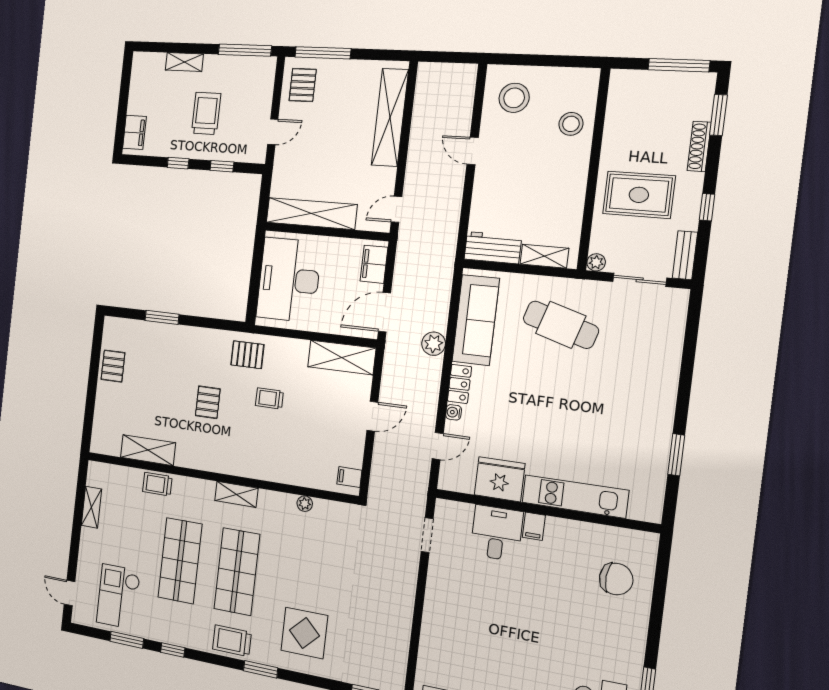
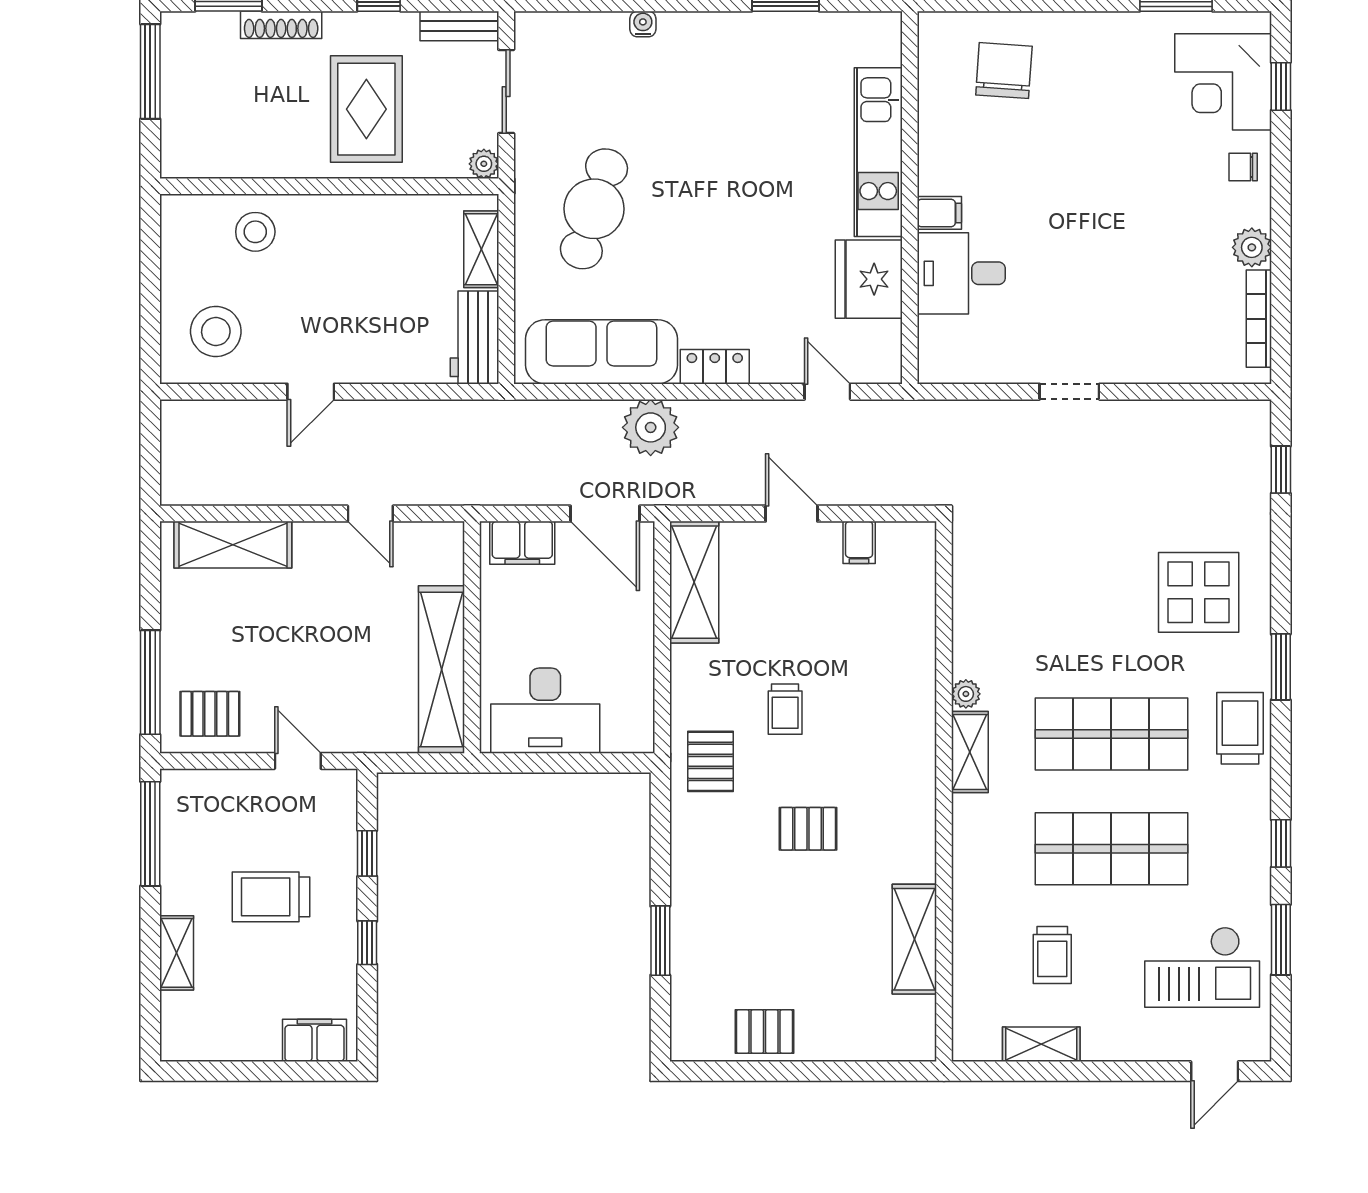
shelving: (390, 117) -> (233, 545), width x0.68
door: (396, 209) -> (370, 514), moved
desk: (289, 280) -> (545, 711), width x0.73, depth x0.77
plant: (434, 344) -> (651, 427), width x1.36, depth x1.36
water cooler: (454, 412) -> (643, 24), moved, turned 180
filing cabinet: (349, 477) -> (859, 542), moved
trolley: (157, 484) -> (1052, 955), moved
plant: (305, 504) -> (966, 694), moved
doorway: (427, 535) -> (1069, 392), moved
trolley: (232, 641) -> (1240, 728), turned 180

